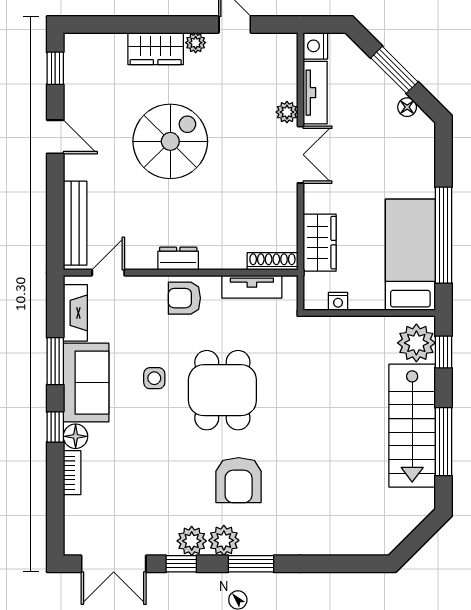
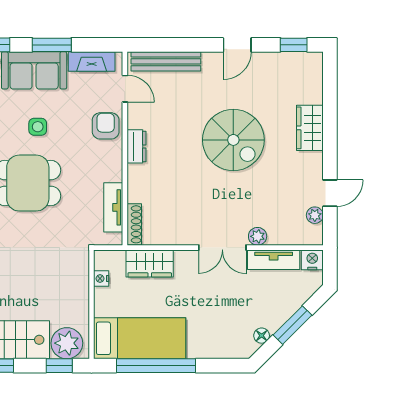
plant: (196, 43) -> (315, 215), moved
armchair: (184, 298) -> (106, 126), moved

